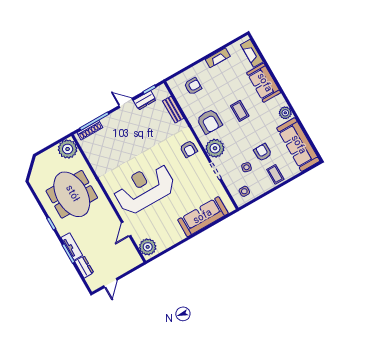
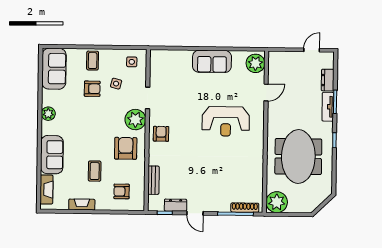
coffee table: (240, 111) -> (95, 171), moved
sofa: (298, 145) -> (54, 69), width x0.73
armchair: (263, 152) -> (92, 89), turned -90
reception desk: (144, 188) -> (226, 121), width x0.74, depth x0.77
sofa: (203, 217) -> (212, 61), moved, width x0.73

